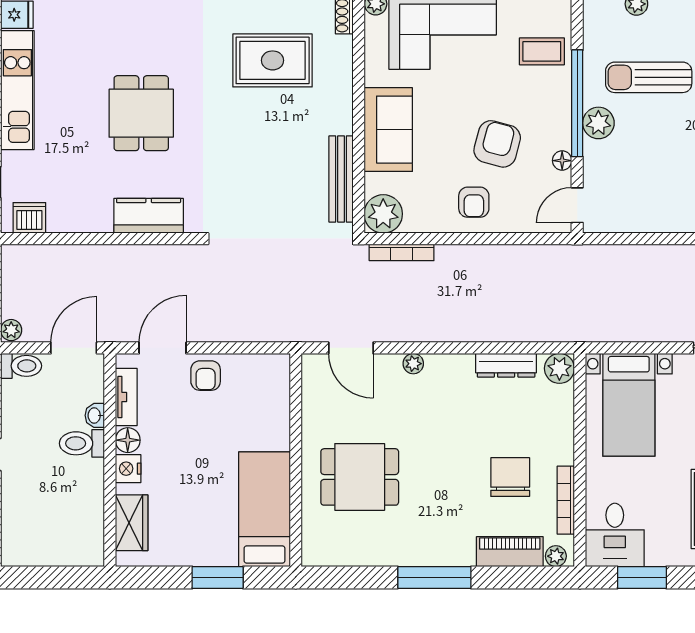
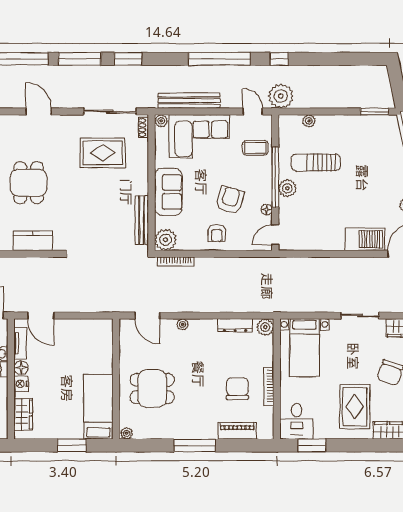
door: (163, 348) -> (41, 316), swing flipped
armchair: (206, 376) -> (65, 331), removed
bookcase: (566, 500) -> (269, 386), moved
plant: (556, 556) -> (127, 433), moved

